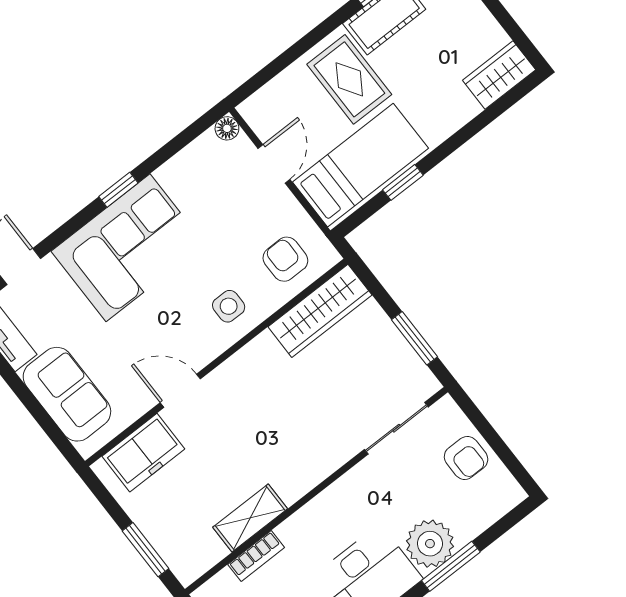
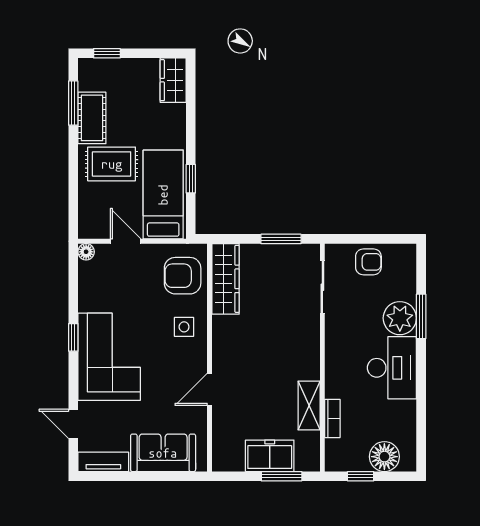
armchair: (285, 259) -> (183, 276), width x1.38, depth x1.38
freezer: (143, 453) -> (270, 456), moved, turned -90

